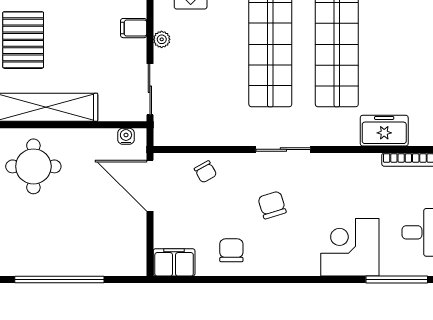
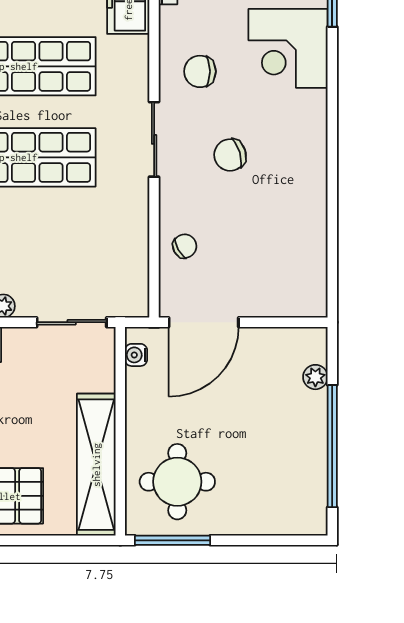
chair: (231, 250) -> (200, 71), moved
filing cabinet: (174, 262) -> (309, 289), removed
plant: (110, 267) -> (315, 377), added

